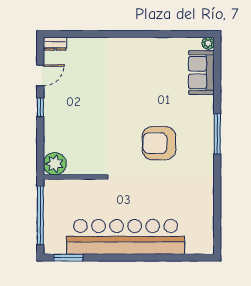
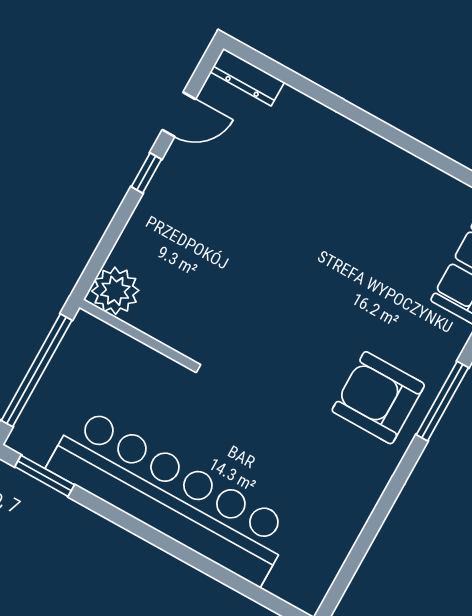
dresser: (55, 44) -> (247, 77), width x1.44
armchair: (159, 143) -> (378, 398), moved

